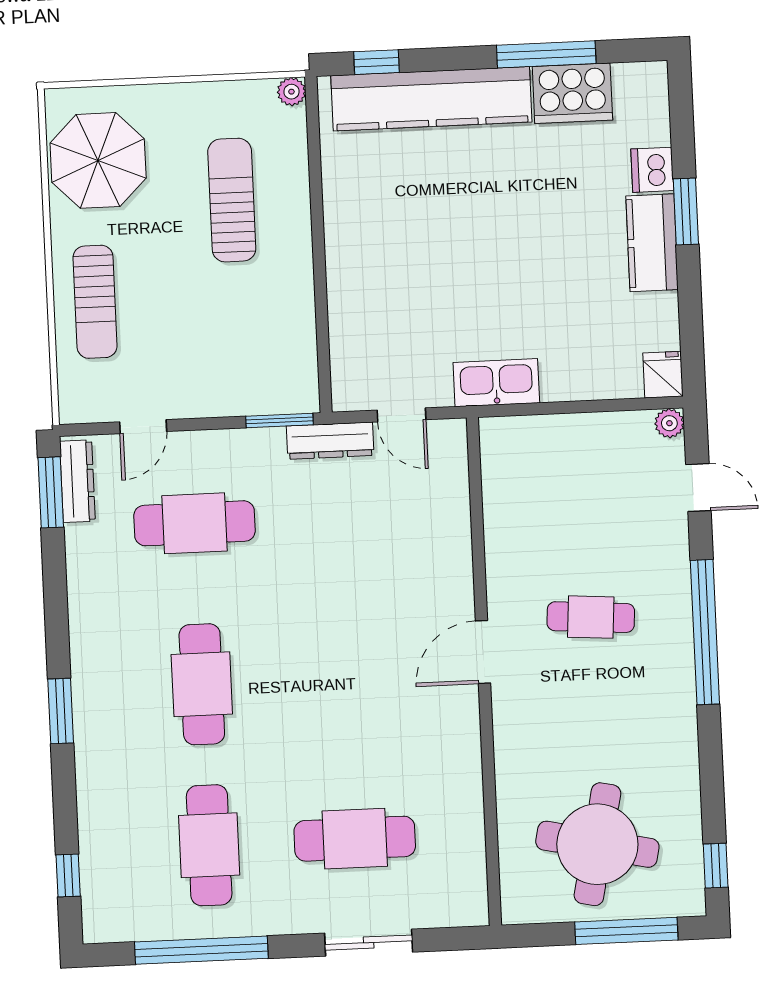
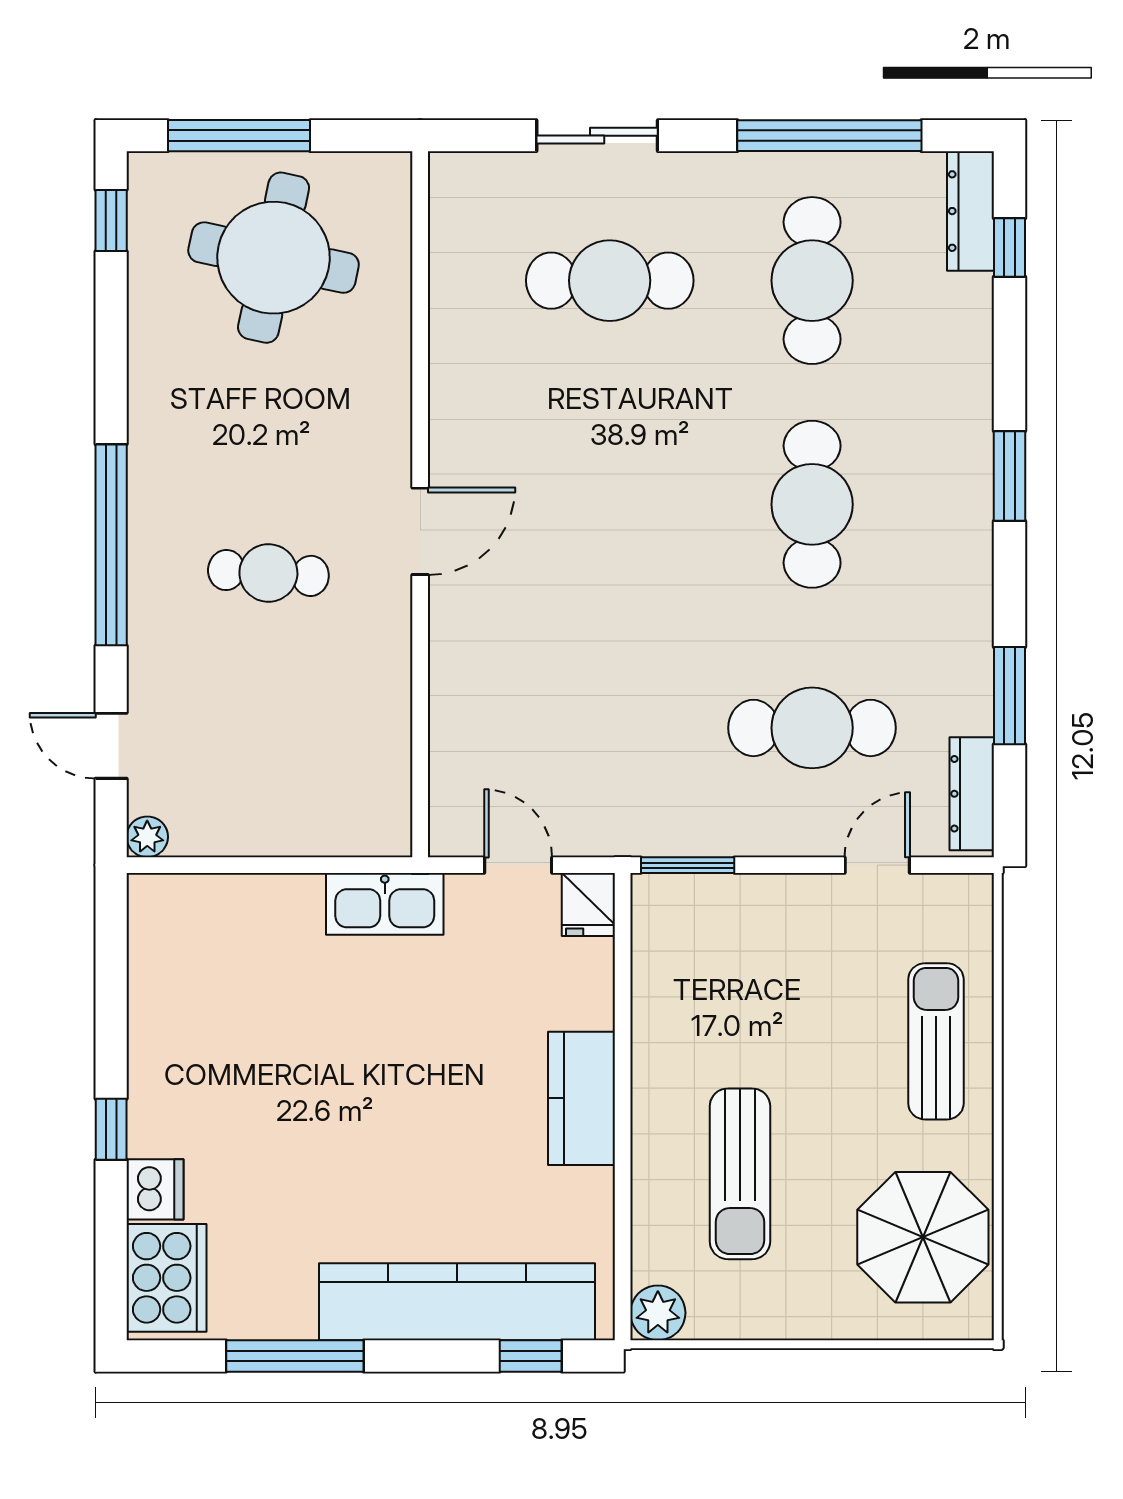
plant: (291, 92) -> (658, 1313), width x1.38, depth x1.38
cooker: (572, 93) -> (167, 1278), moved, turned 90
window: (686, 212) -> (111, 1129), width x0.67
kitchen counter: (652, 243) -> (581, 1098), moved, turned 180
fridge: (663, 375) -> (588, 905), moved
dresser: (330, 441) -> (970, 211), moved, turned -90
window: (51, 492) -> (1009, 696), moved

